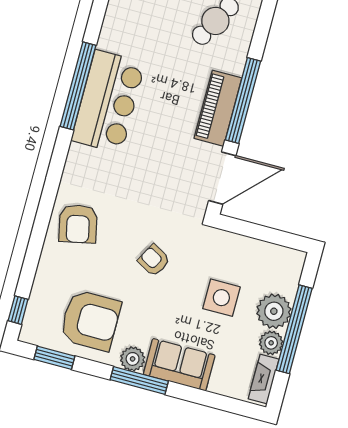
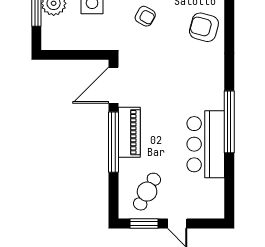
bar counter: (108, 102) -> (206, 144), moved
armchair: (78, 224) -> (204, 27), turned -63

